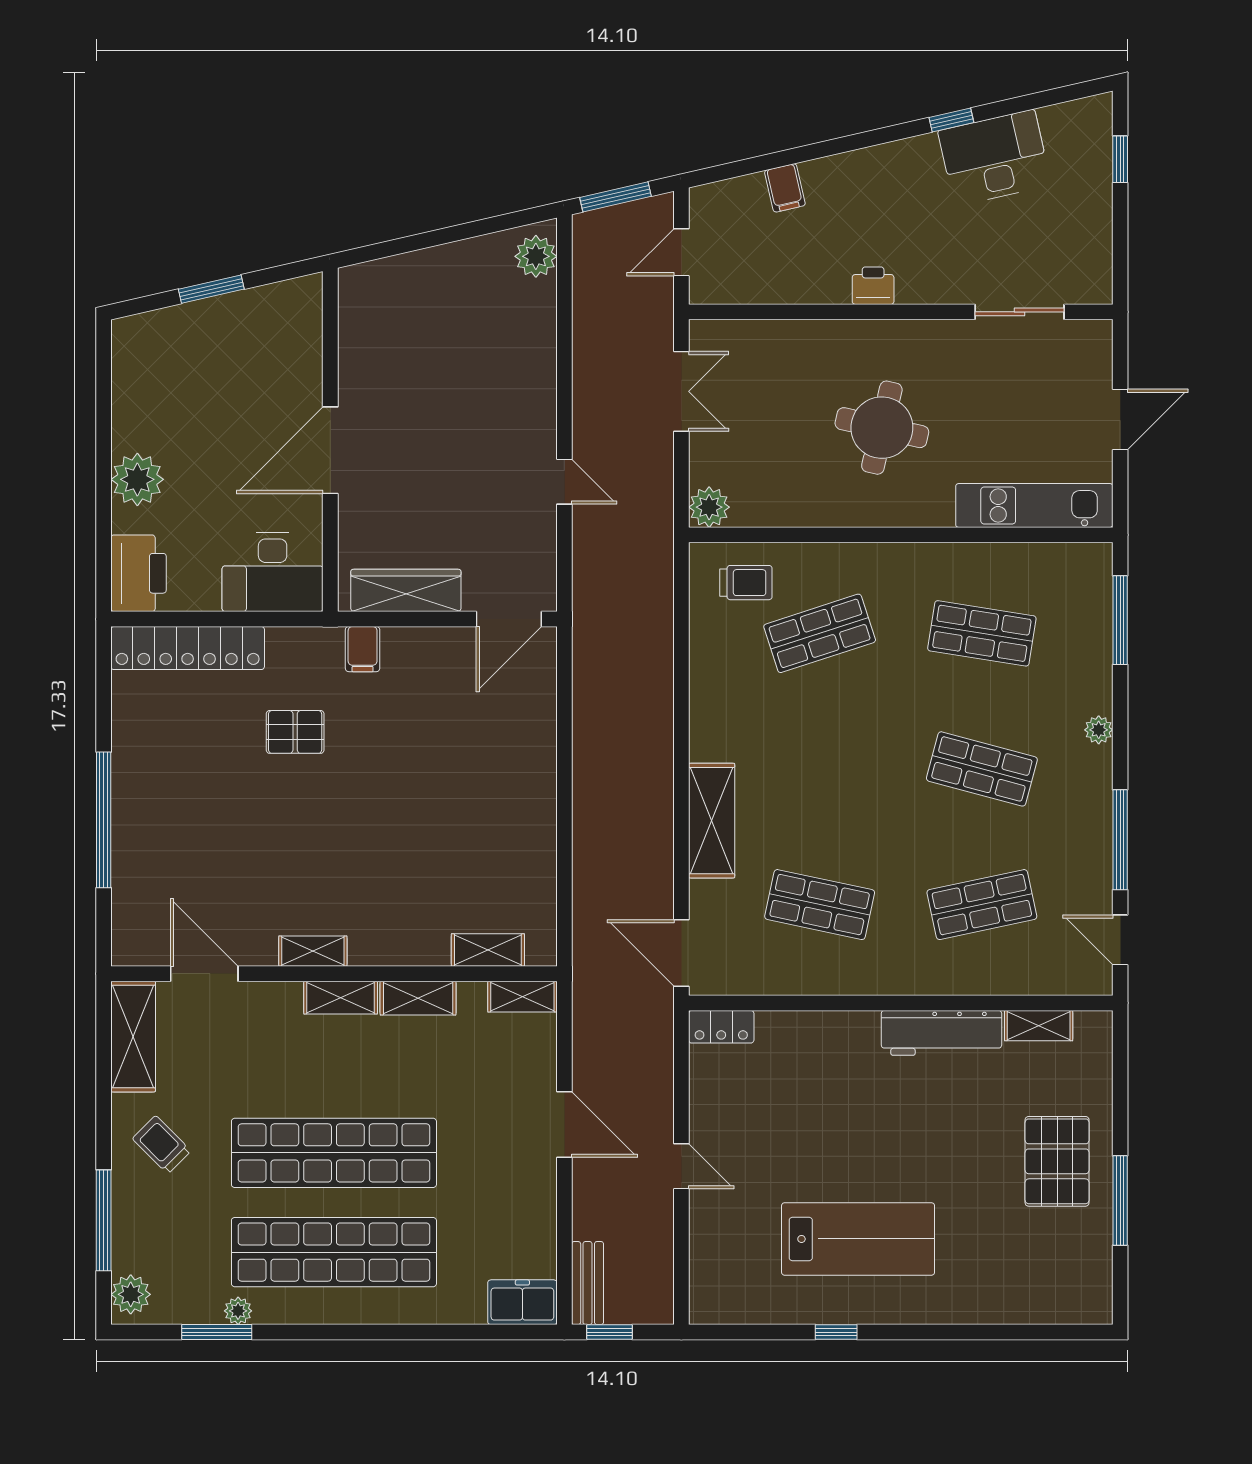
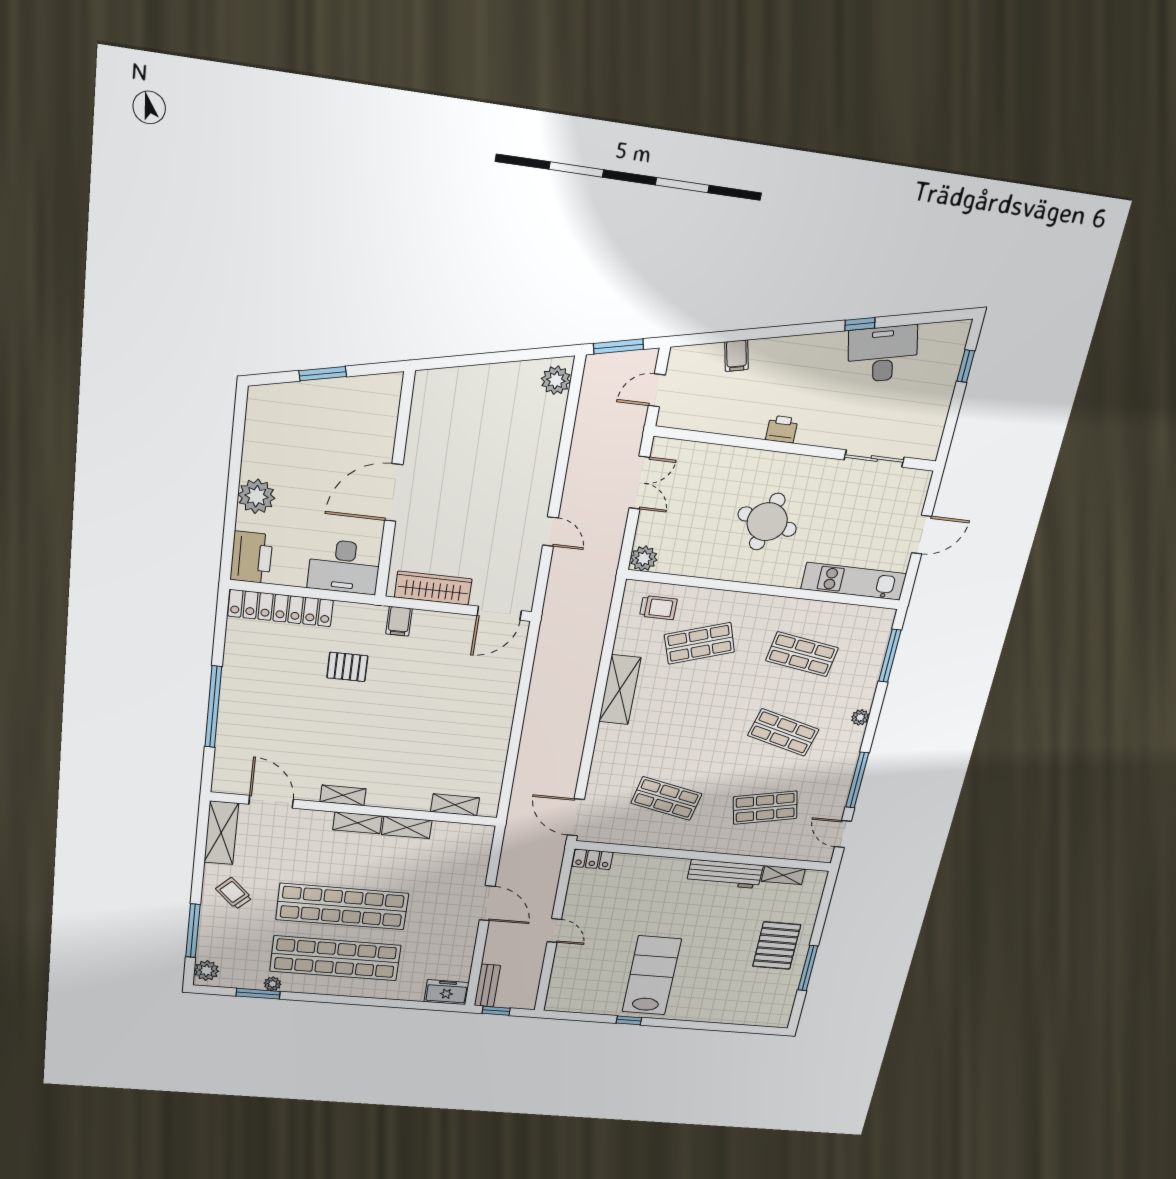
shelving: (712, 821) -> (620, 690), moved
shelving: (522, 997) -> (473, 832), removed
lab bench: (858, 1239) -> (652, 975), turned -90

